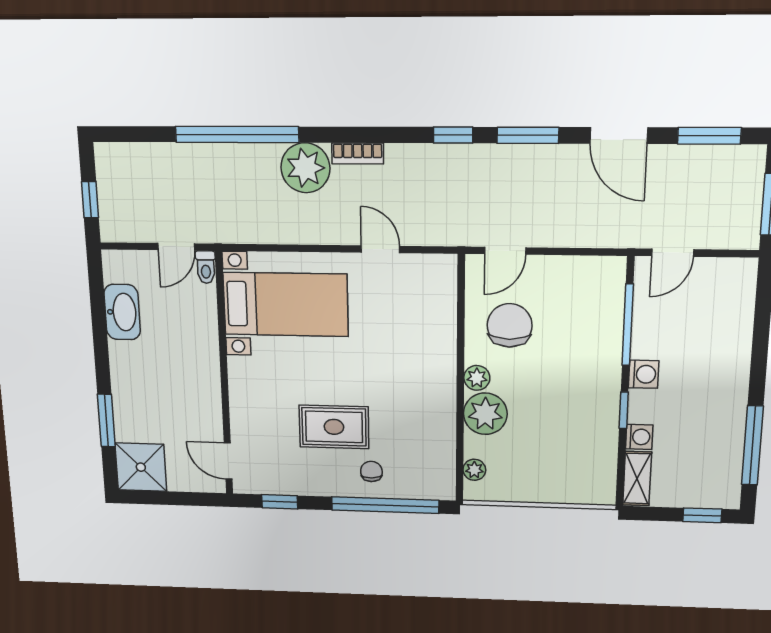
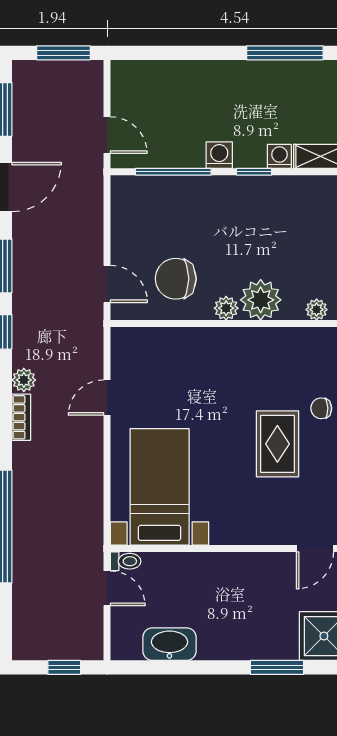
plant: (305, 168) -> (24, 380), moved, width x0.53, depth x0.53

